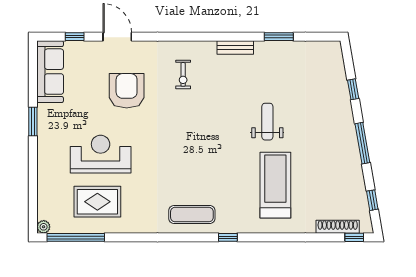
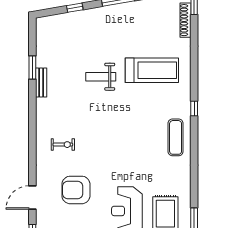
bench: (235, 47) -> (41, 82), moved
treadmill: (275, 185) -> (152, 70), turned 180

